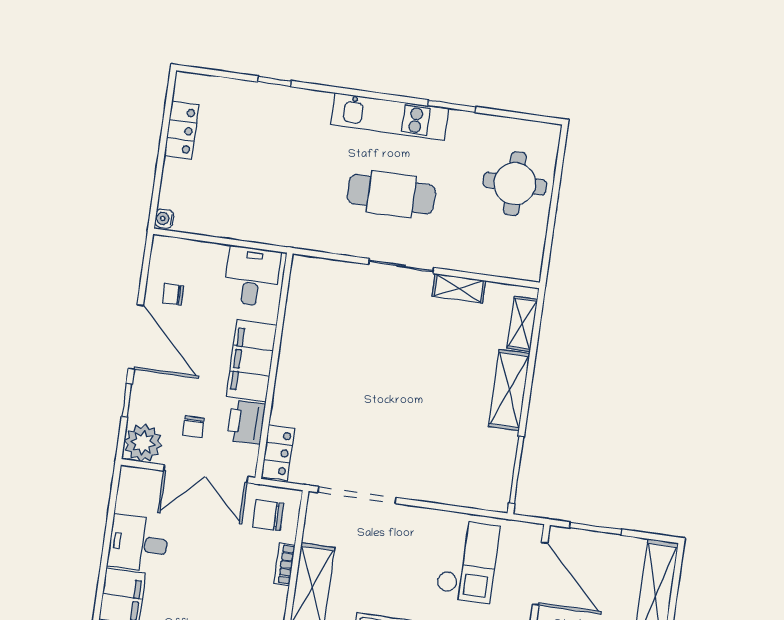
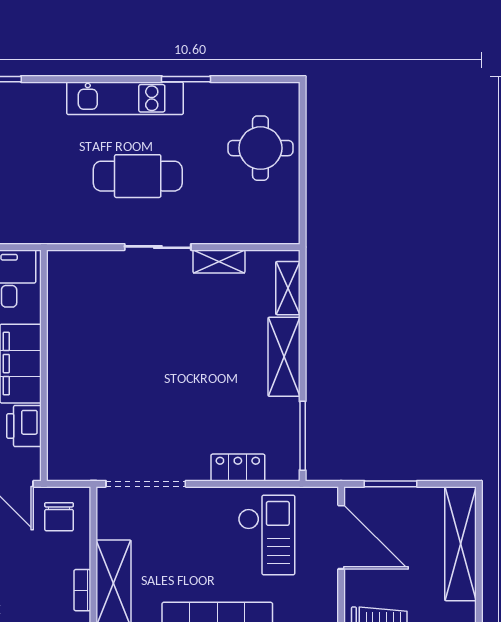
locker: (278, 453) -> (238, 468), moved, turned -90
chair: (268, 515) -> (59, 517), turned -90
bookcase: (284, 564) -> (82, 590), moved

